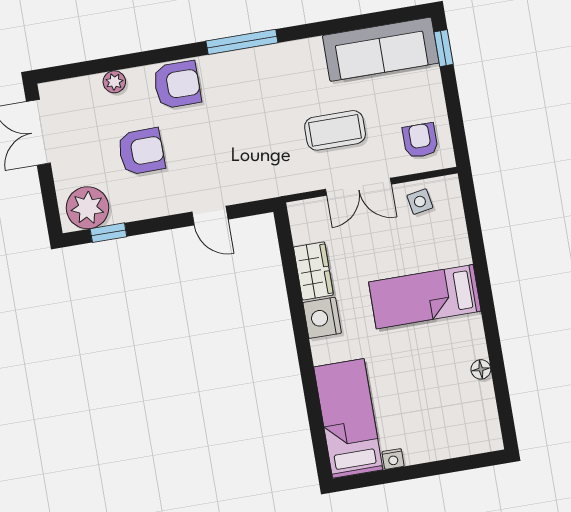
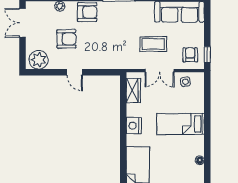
window: (444, 48) -> (207, 55), moved
door: (210, 216) -> (75, 72), moved
window: (108, 233) -> (46, 72), removed
wardrobe: (313, 271) -> (133, 90), moved

